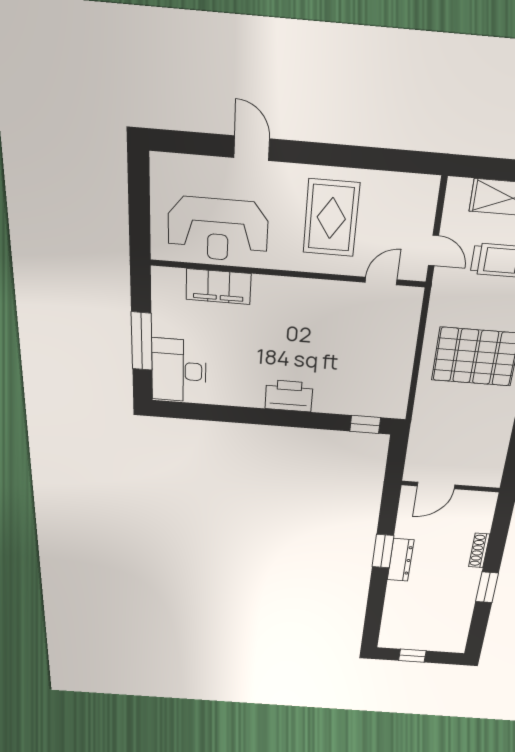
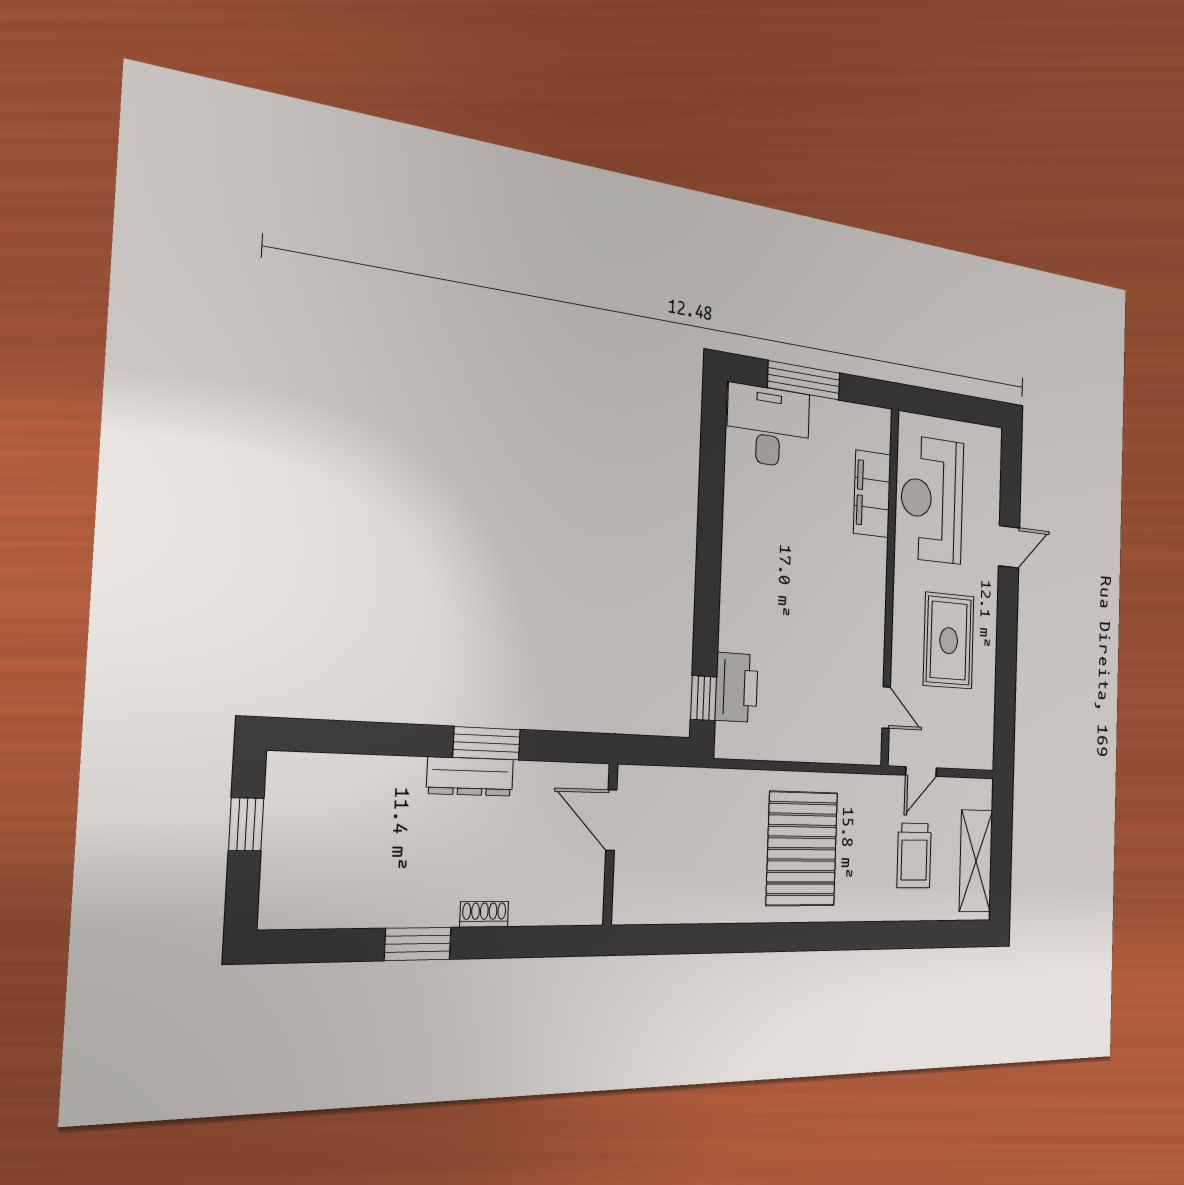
rug: (331, 218) -> (949, 641), turned 90
printer: (289, 396) -> (736, 687), moved
shoe rack: (479, 550) -> (484, 914), width x0.70

